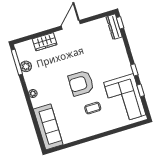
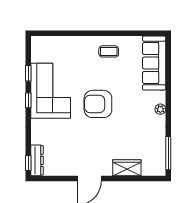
plant: (26, 66) -> (159, 145), removed
armchair: (81, 83) -> (98, 104), turned 180
corner sofa: (125, 99) -> (51, 91), moved
coffee table: (93, 108) -> (109, 51), moved

